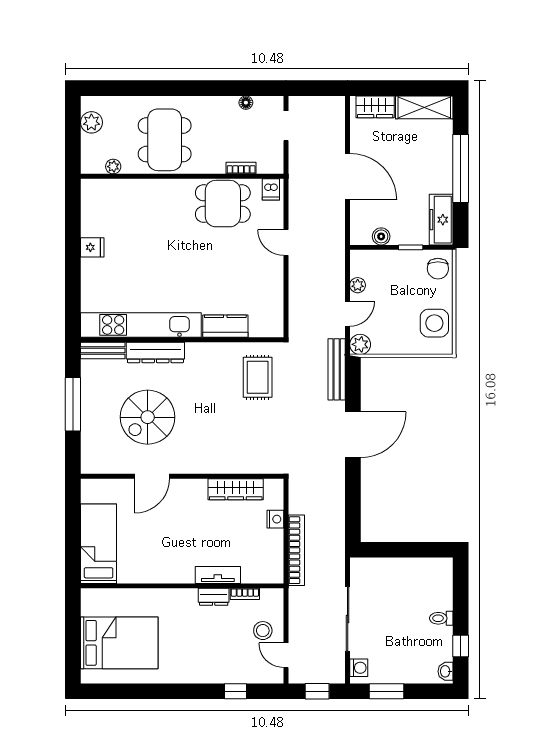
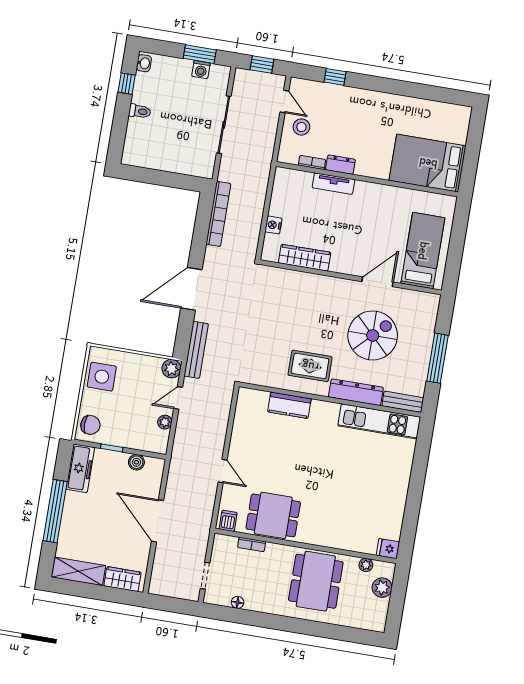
plant: (91, 122) -> (382, 588), moved
fridge: (92, 247) -> (388, 549), moved
chair: (438, 269) -> (90, 425), turned 90
kitchen unit: (141, 325) -> (379, 421), width x0.73
rug: (258, 377) -> (310, 366), moved, turned 90
bed: (99, 544) -> (423, 251), moved, turned 180
bookcase: (296, 550) -> (218, 214), moved, turned 180
bed: (119, 643) -> (428, 163), moved
washing machine: (359, 668) -> (201, 70), moved, turned -90

